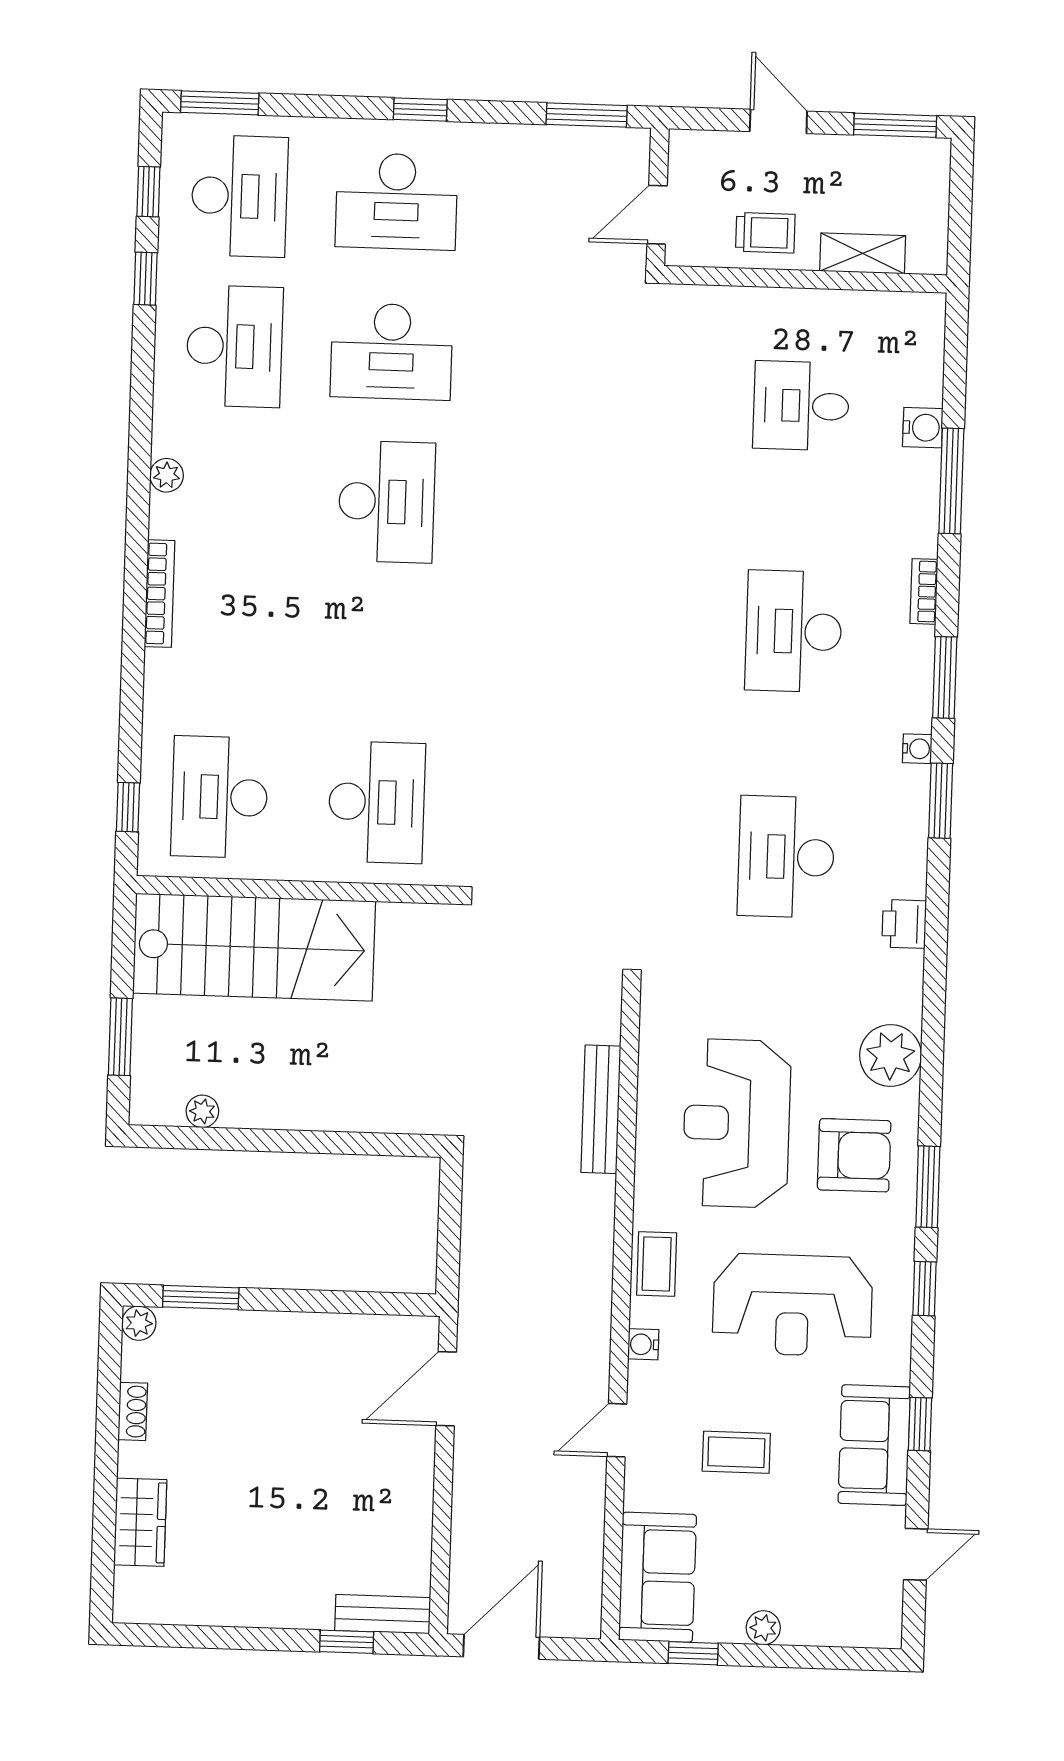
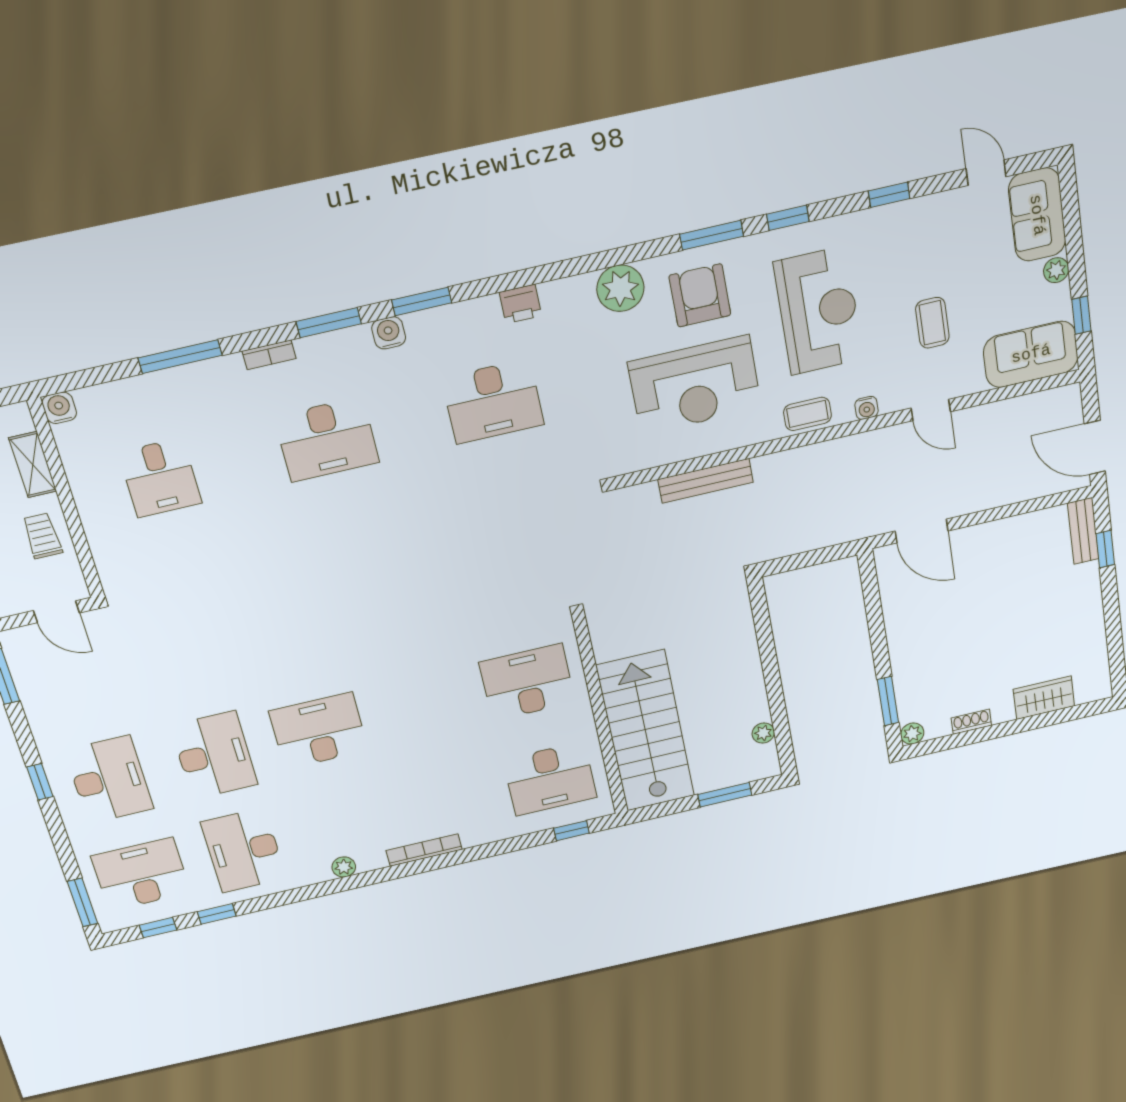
desk: (235, 346) -> (244, 850), turned -90
water cooler: (923, 428) -> (59, 408), moved
water cooler: (917, 749) -> (389, 333), width x1.38, depth x1.38
sofa: (874, 1445) -> (1037, 215), moved, turned 90

